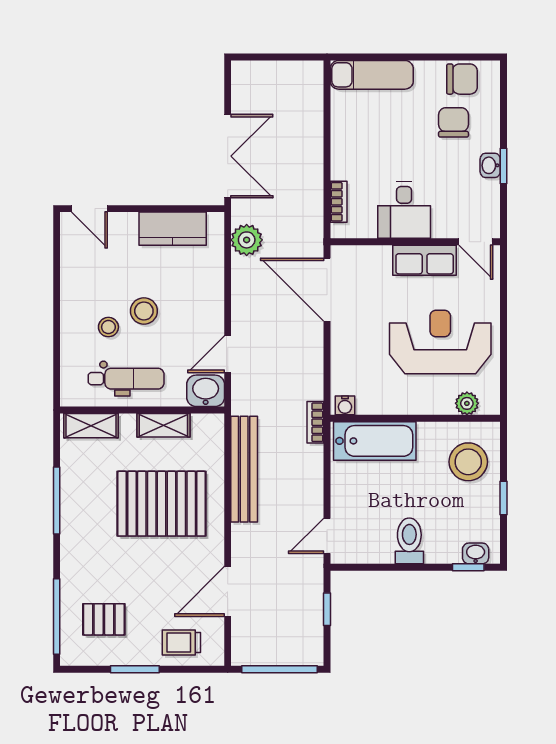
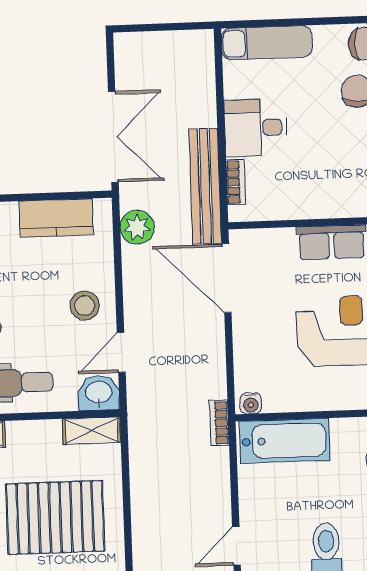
desk: (404, 210) -> (256, 128), moved, turned 90
stool: (144, 311) -> (85, 306), moved
shelving: (163, 425) -> (92, 431), moved
bench: (244, 469) -> (205, 186), moved

